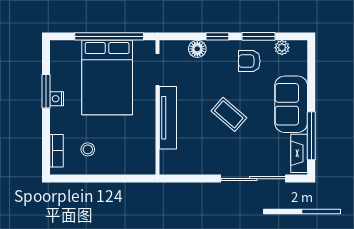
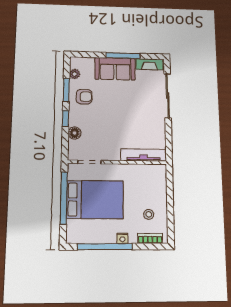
armchair: (249, 61) -> (84, 97), turned -90
window: (46, 91) -> (105, 247), width x2.11
nightstand: (57, 99) -> (122, 238), moved
coffee table: (229, 114) -> (122, 112), removed
tv unit: (168, 118) -> (144, 155), moved
window: (311, 136) -> (123, 56), moved

